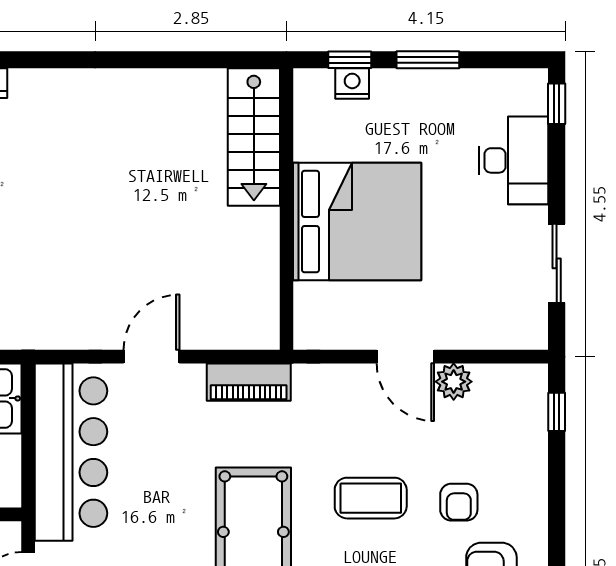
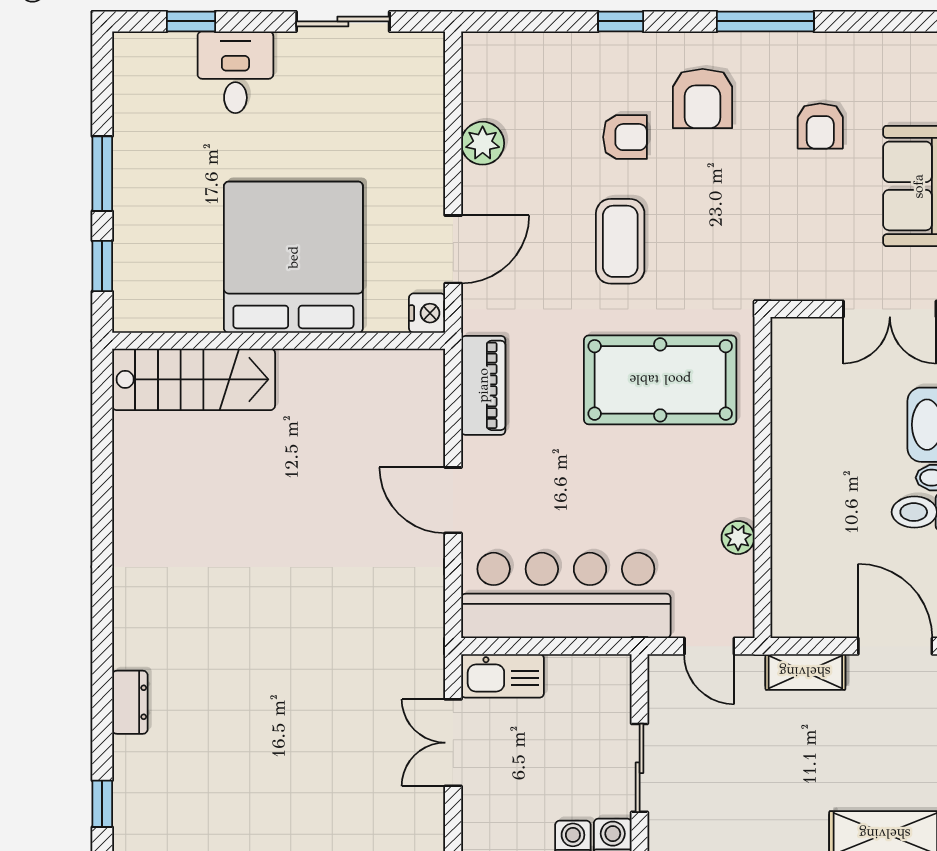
nightstand: (352, 83) -> (427, 313), moved, turned 180
window: (557, 104) -> (191, 21), moved
desk: (514, 160) -> (235, 72), width x0.73
door: (405, 357) -> (453, 249), moved
window: (557, 412) -> (621, 21), moved

